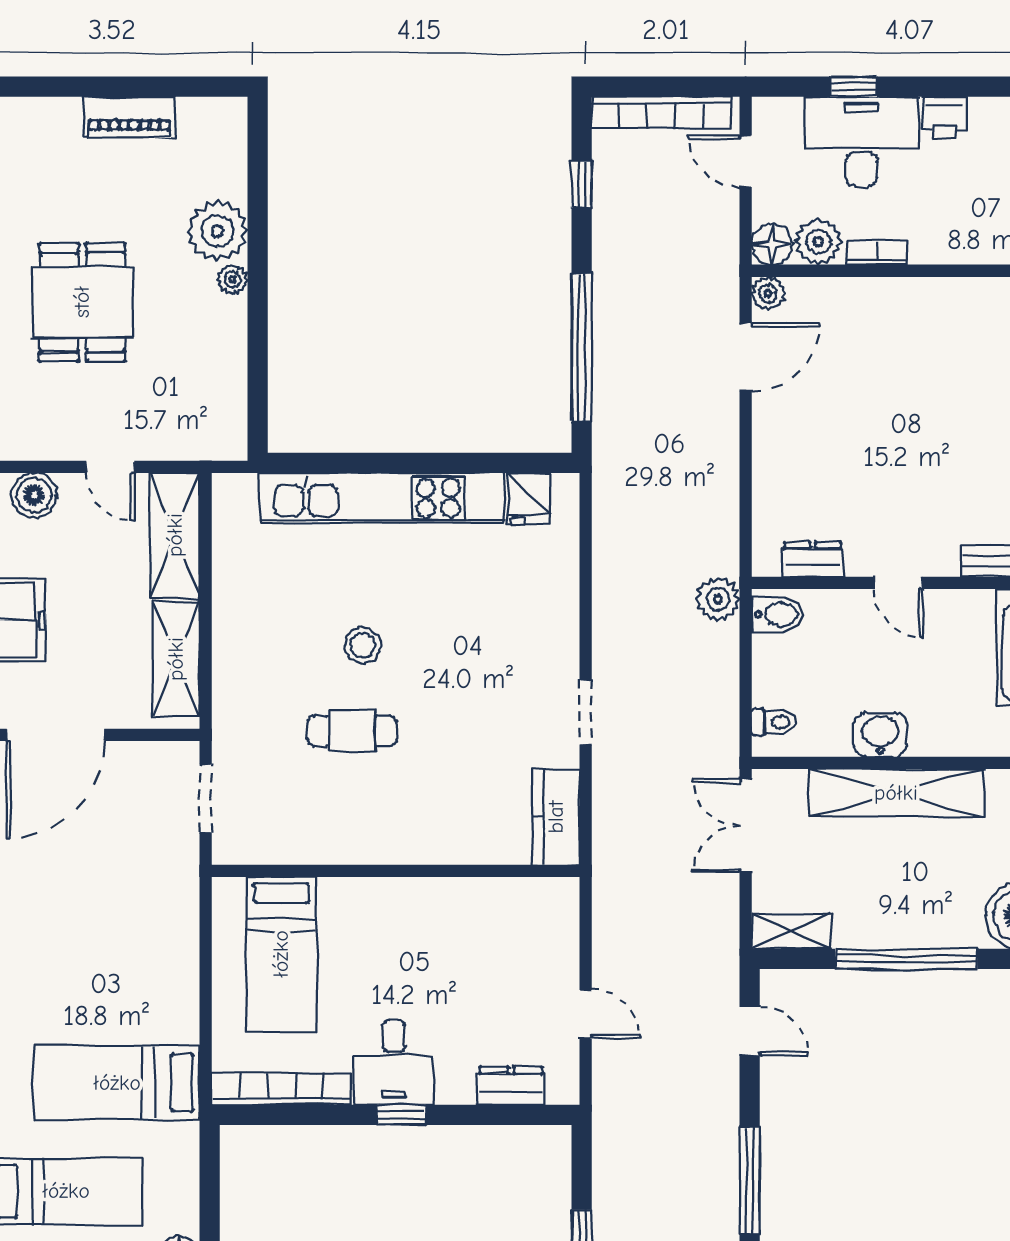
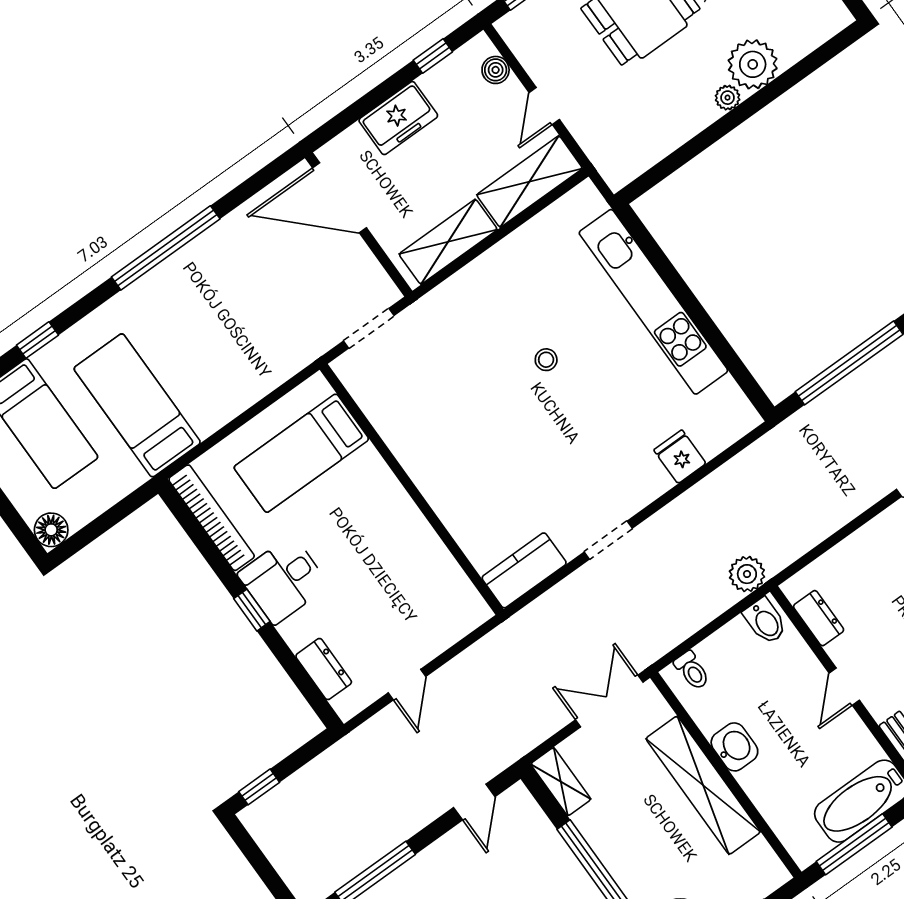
boiler: (34, 495) -> (496, 70), width x0.73, depth x0.73
fridge: (529, 498) -> (680, 457), moved, turned 90
stool: (363, 645) -> (546, 360), width x0.73, depth x0.73
cafe table: (352, 731) -> (484, 393), removed

